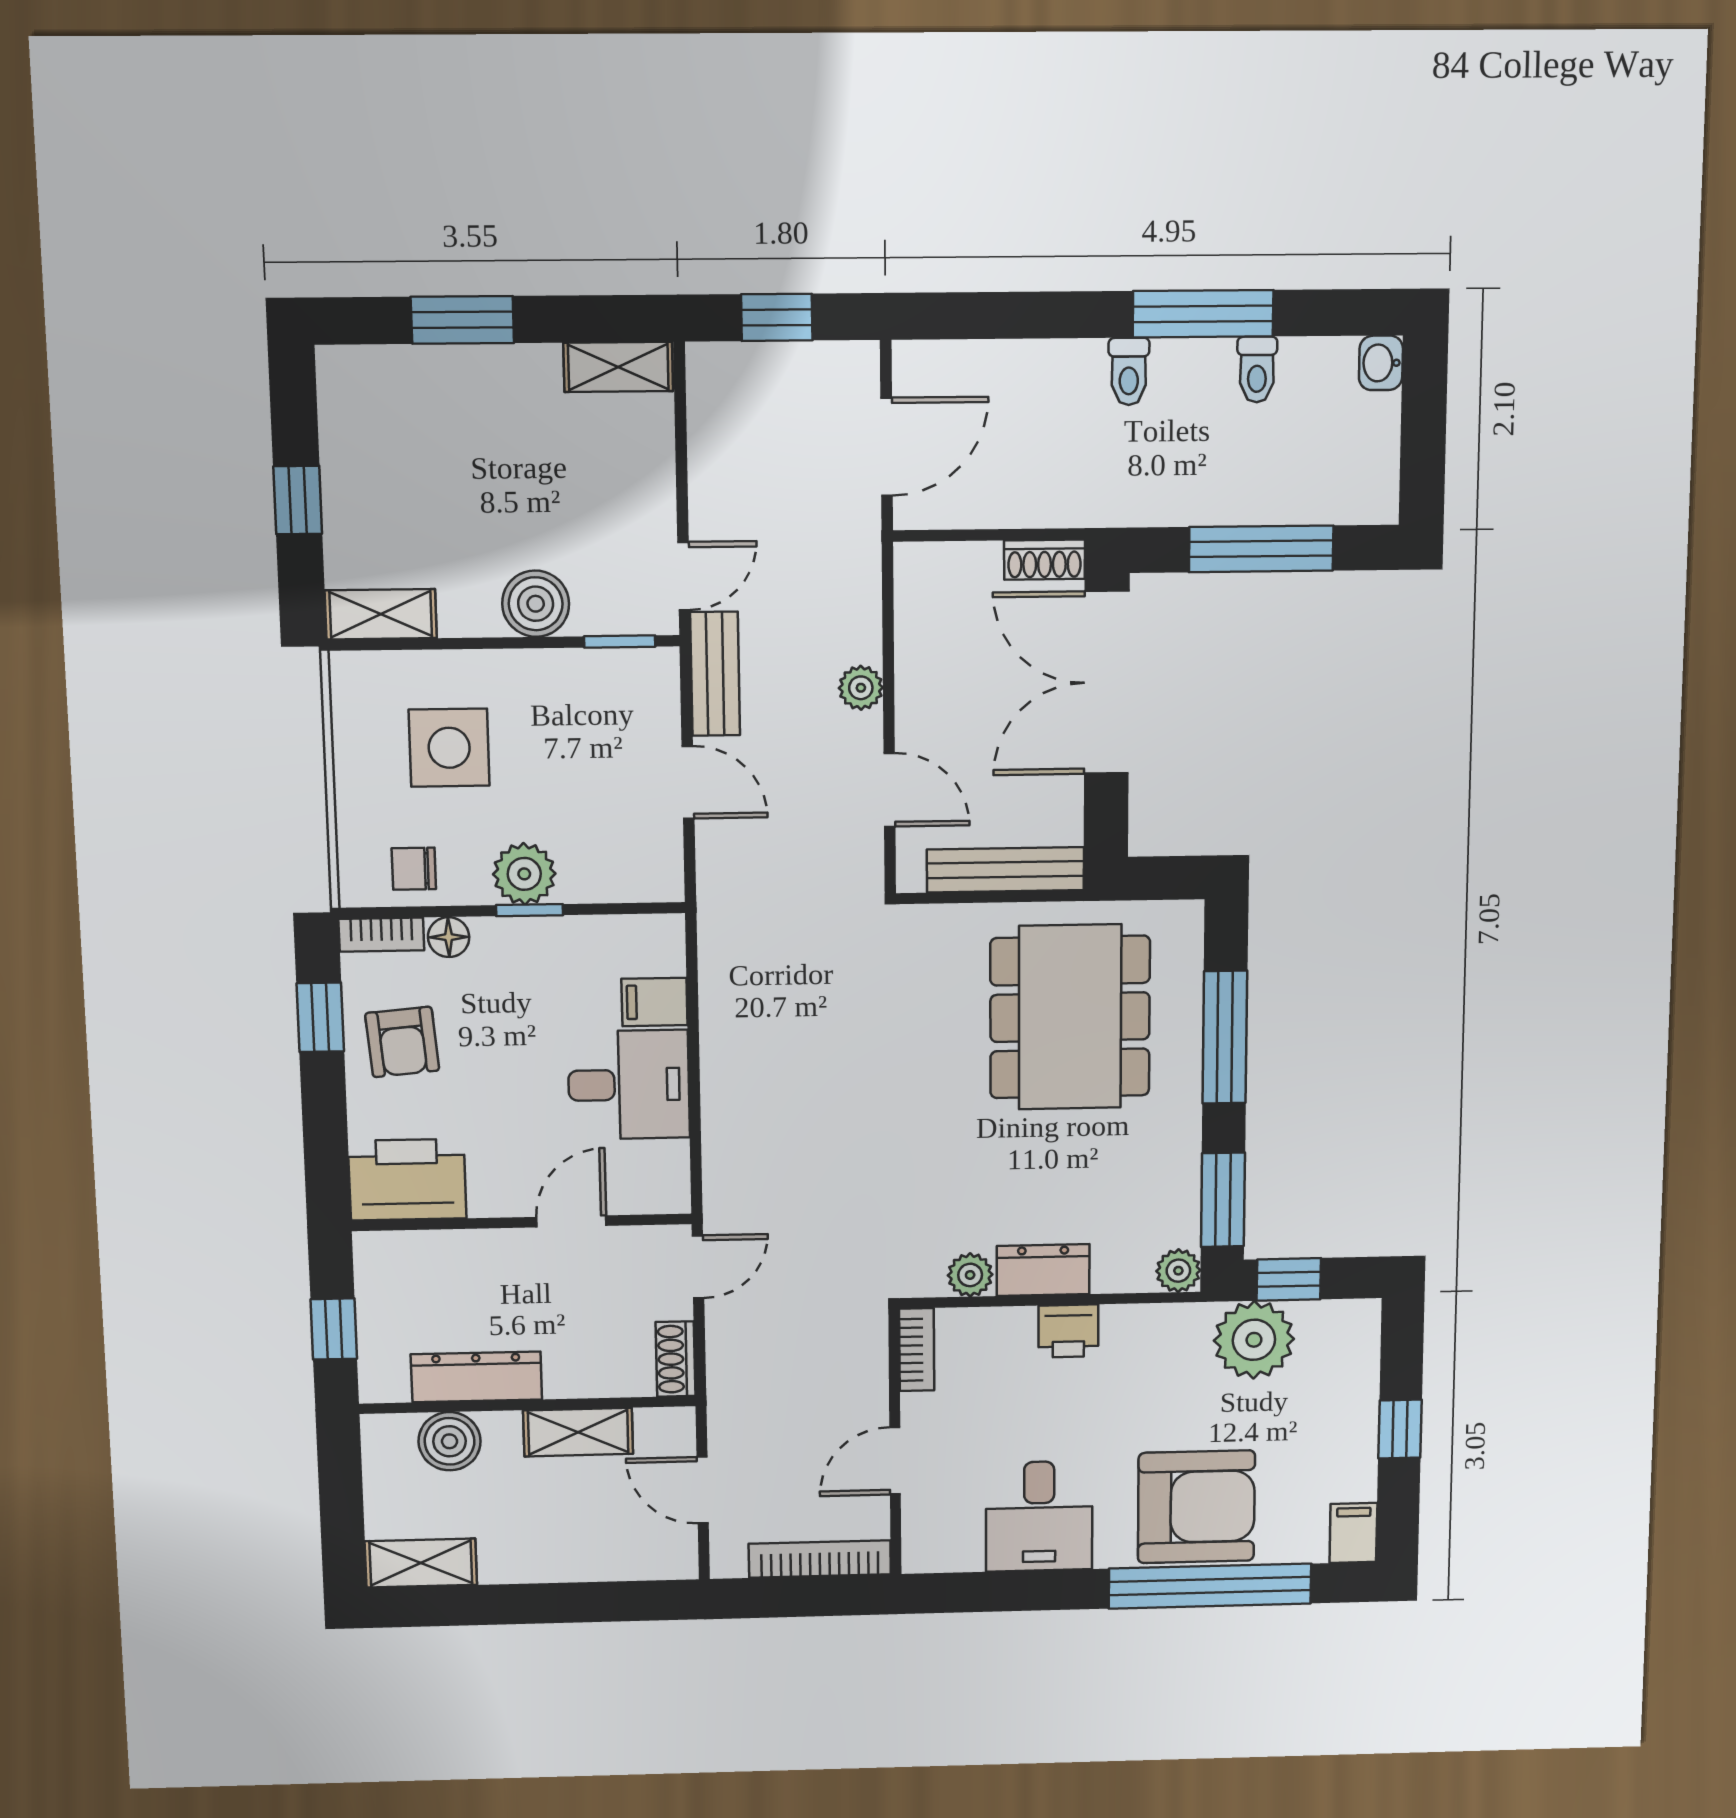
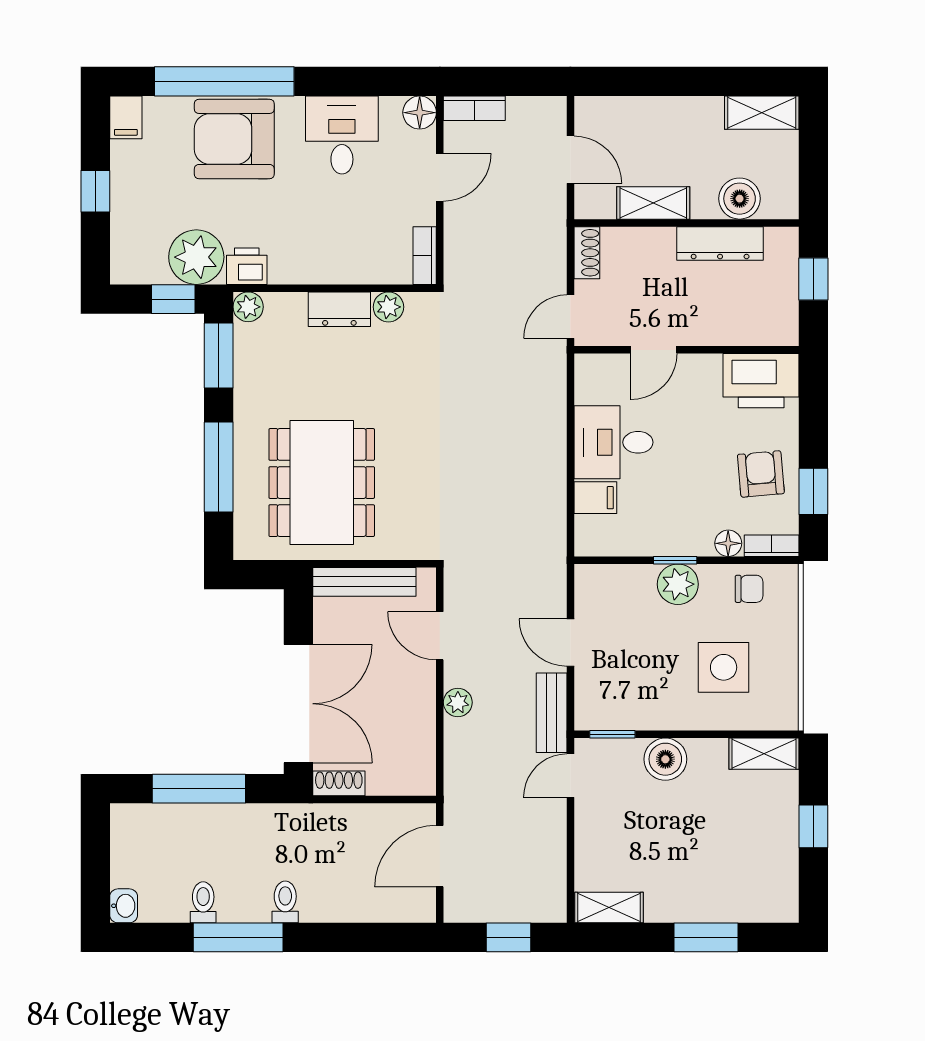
printer: (1068, 1331) -> (247, 266), moved
floor lamp: (926, 1550) -> (420, 113), added
bookcase: (820, 1559) -> (474, 108), width x0.64

